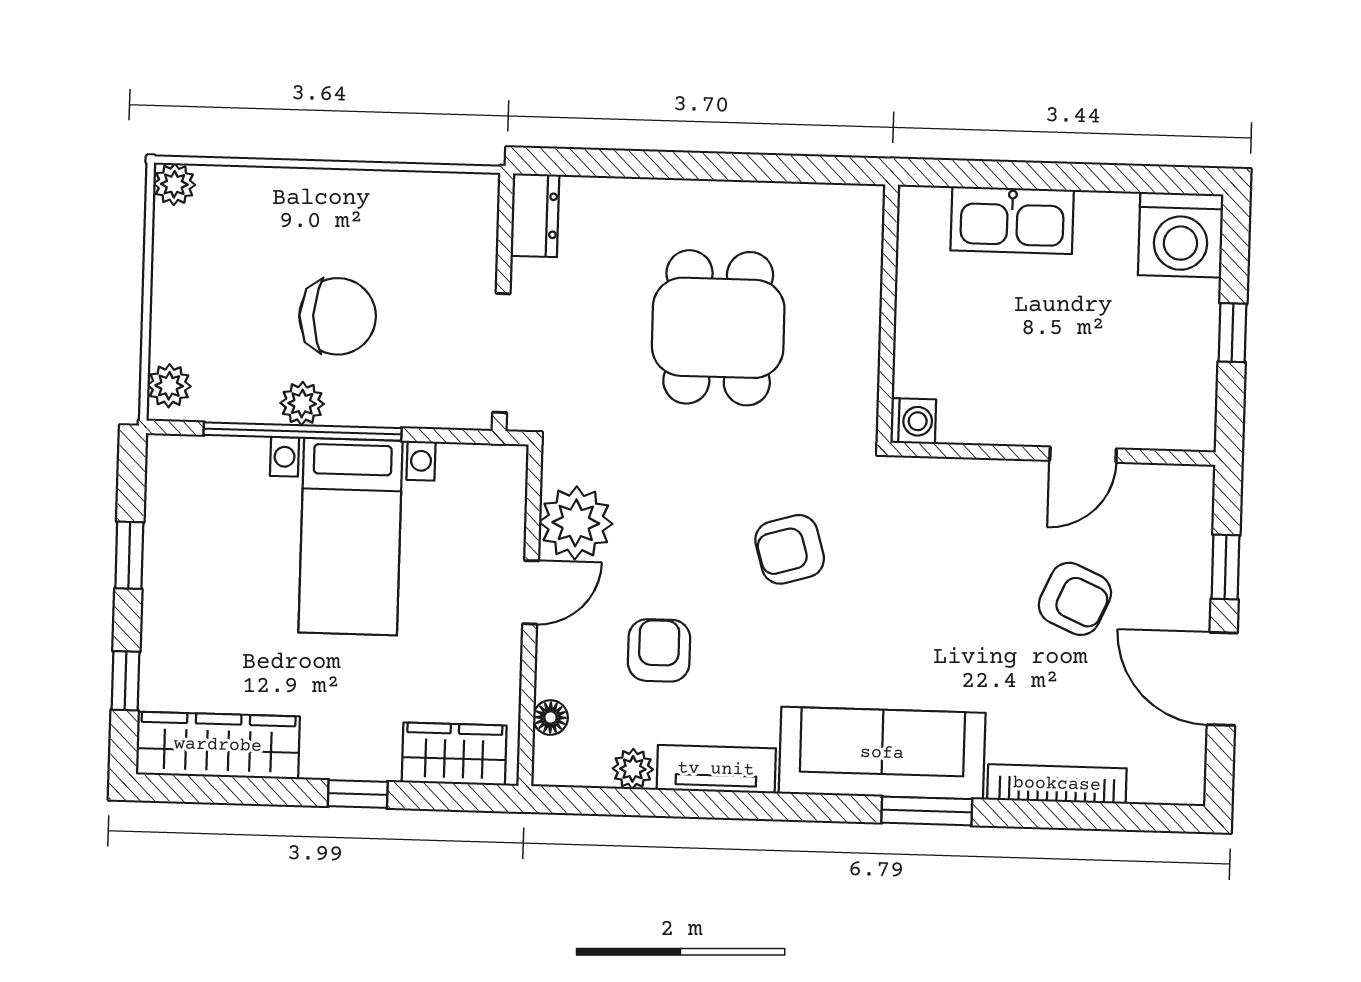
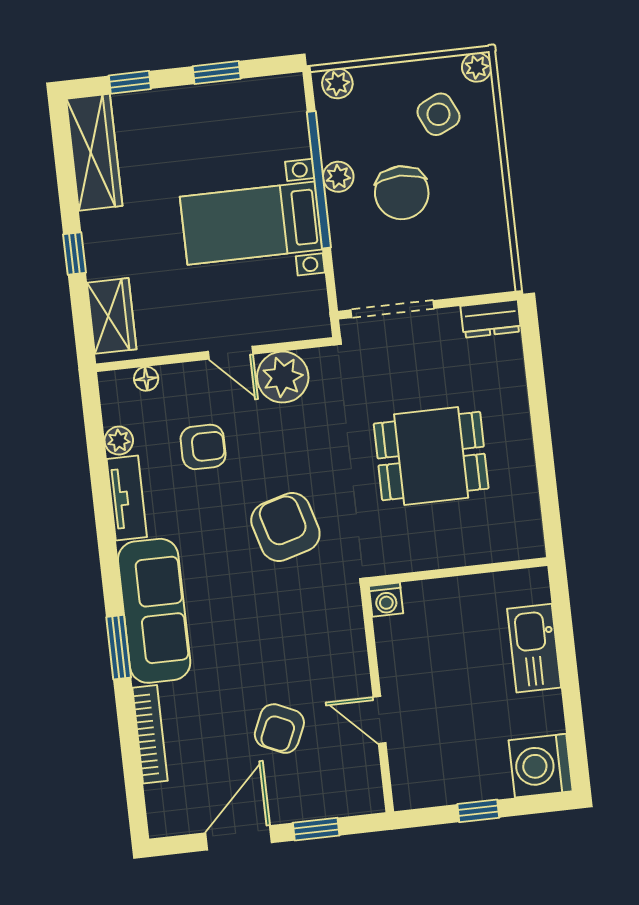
side table: (234, 248) -> (438, 114), added
armchair: (790, 549) -> (285, 527), width x1.38, depth x1.38

